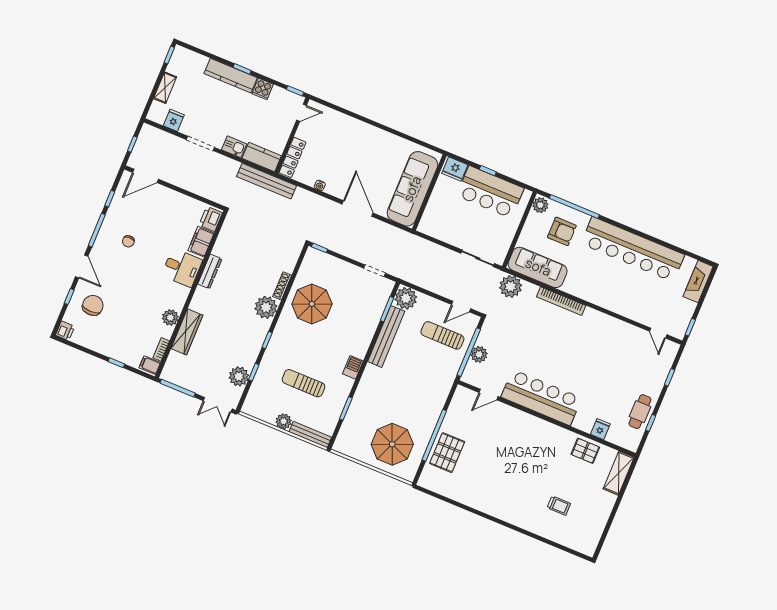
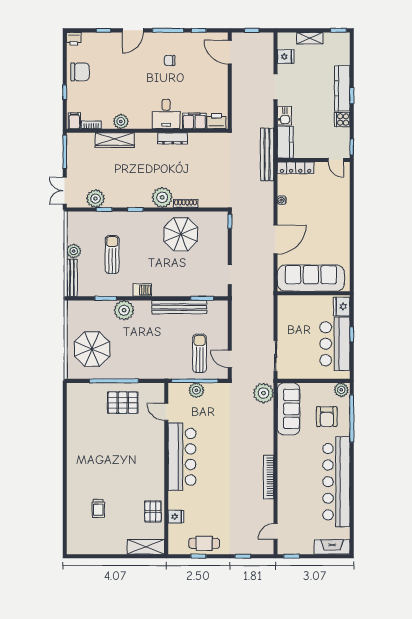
plant: (406, 298) -> (124, 310), moved
bookcase: (561, 301) -> (269, 477), moved
chair: (93, 305) -> (80, 72), moved
pallet: (447, 453) -> (123, 403), moved

